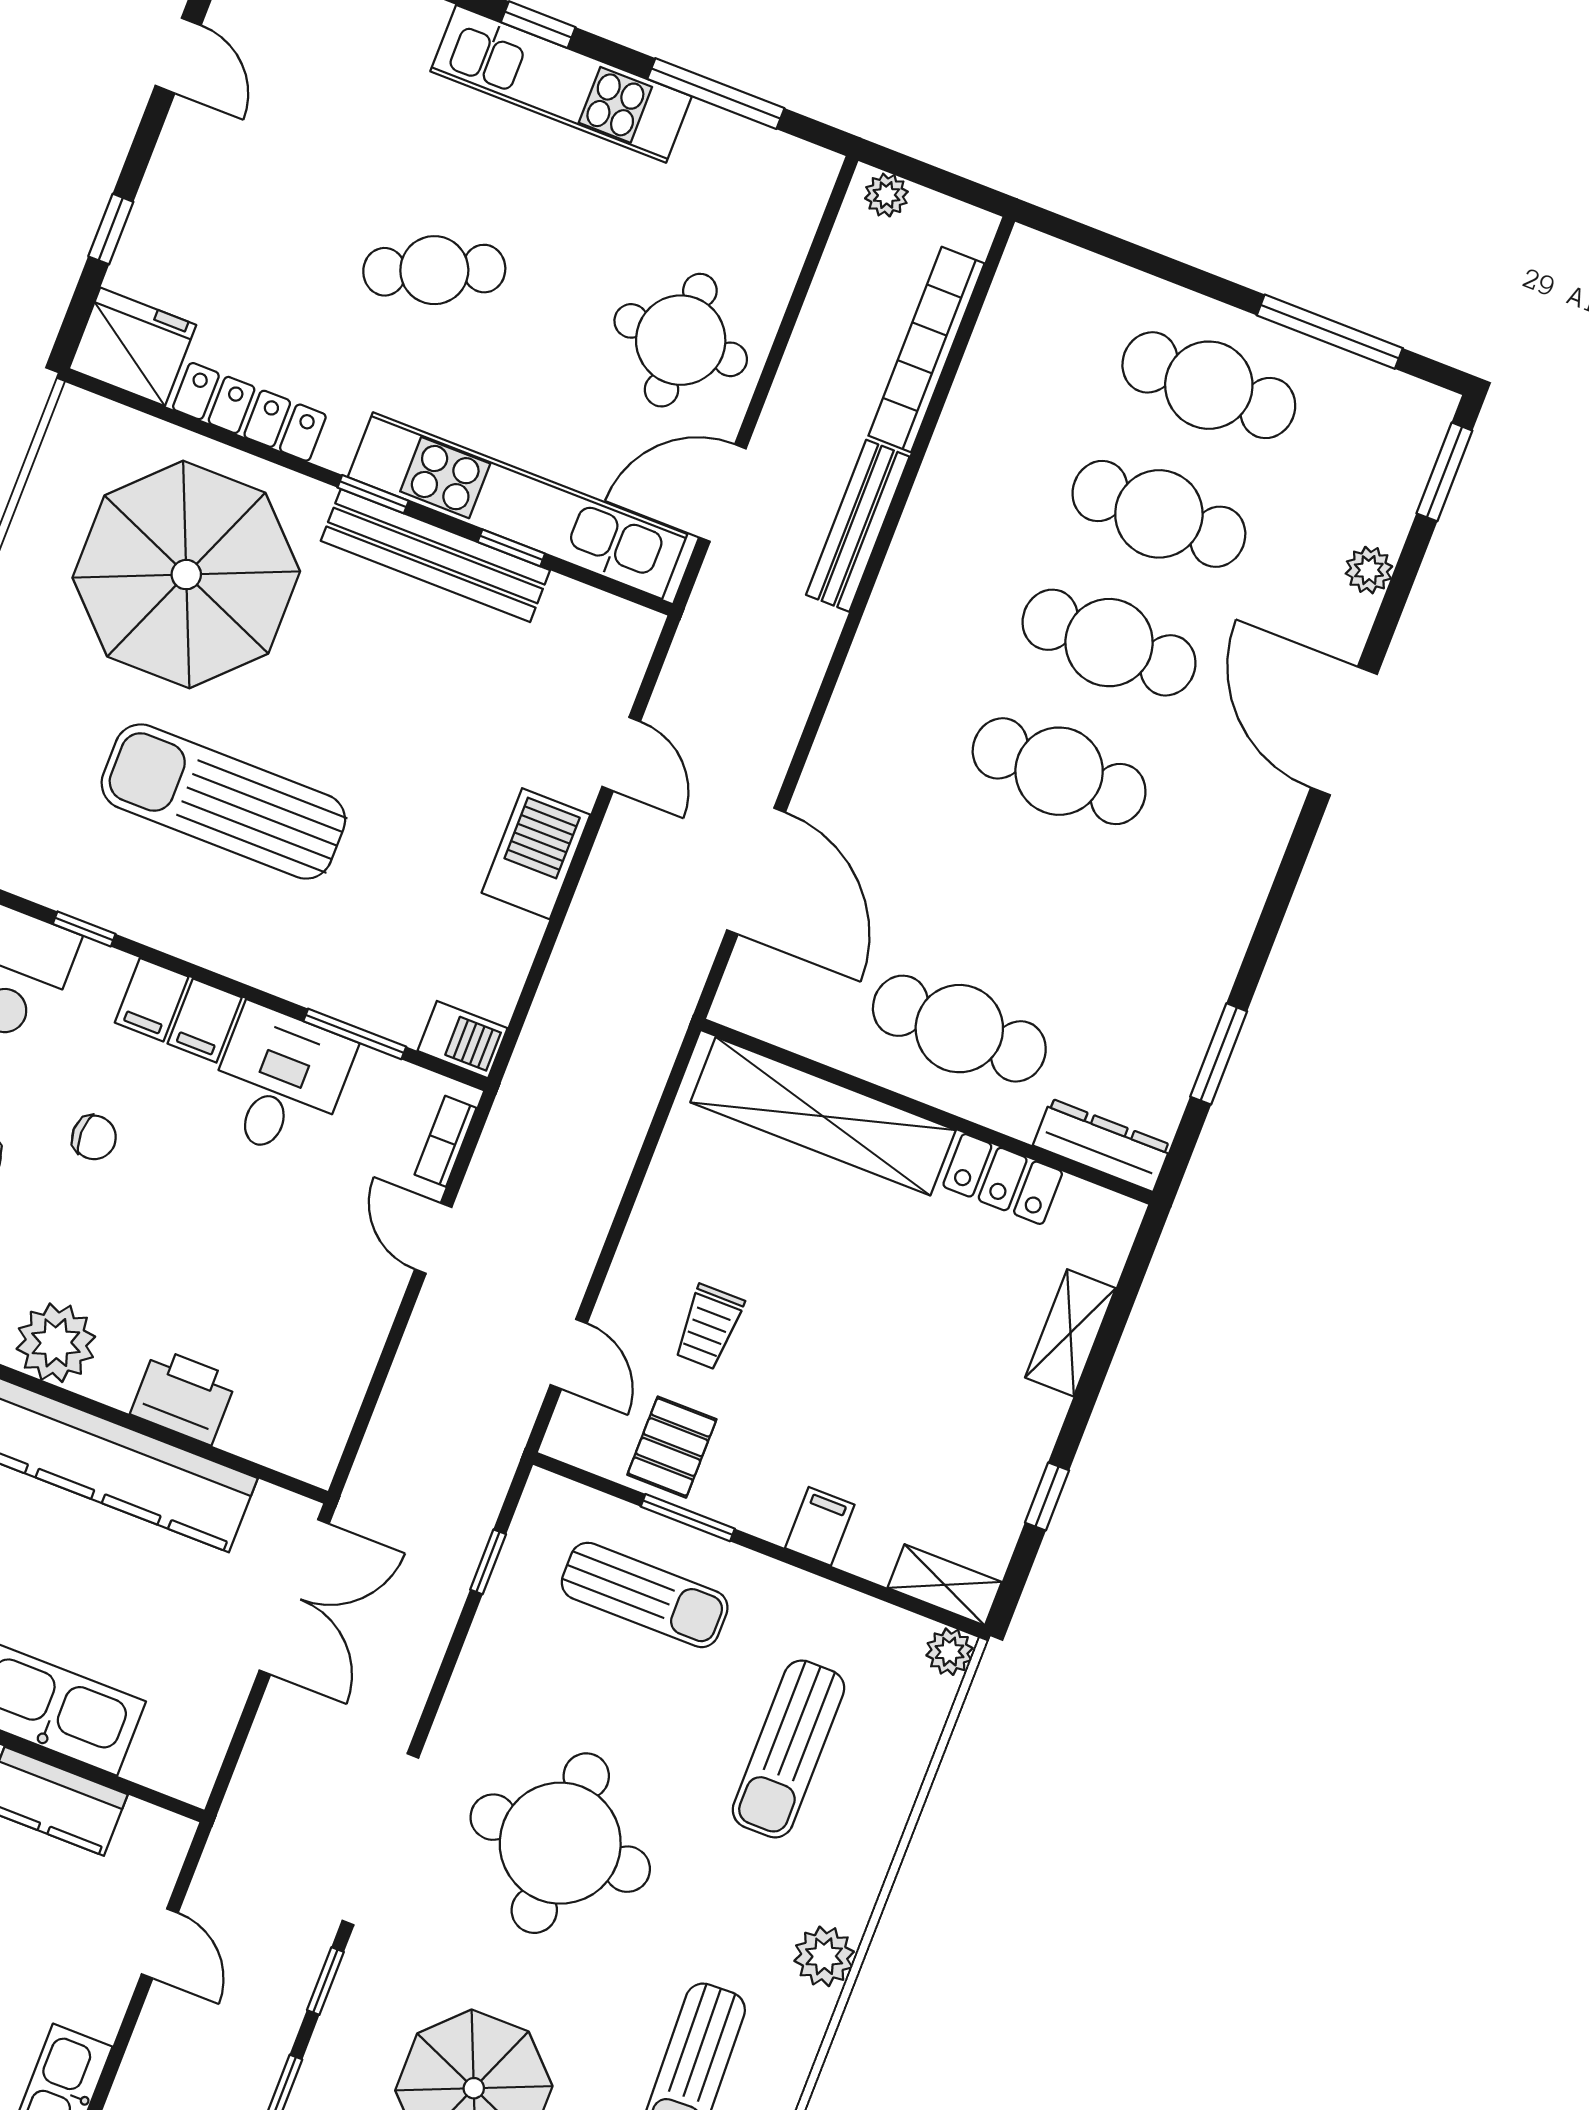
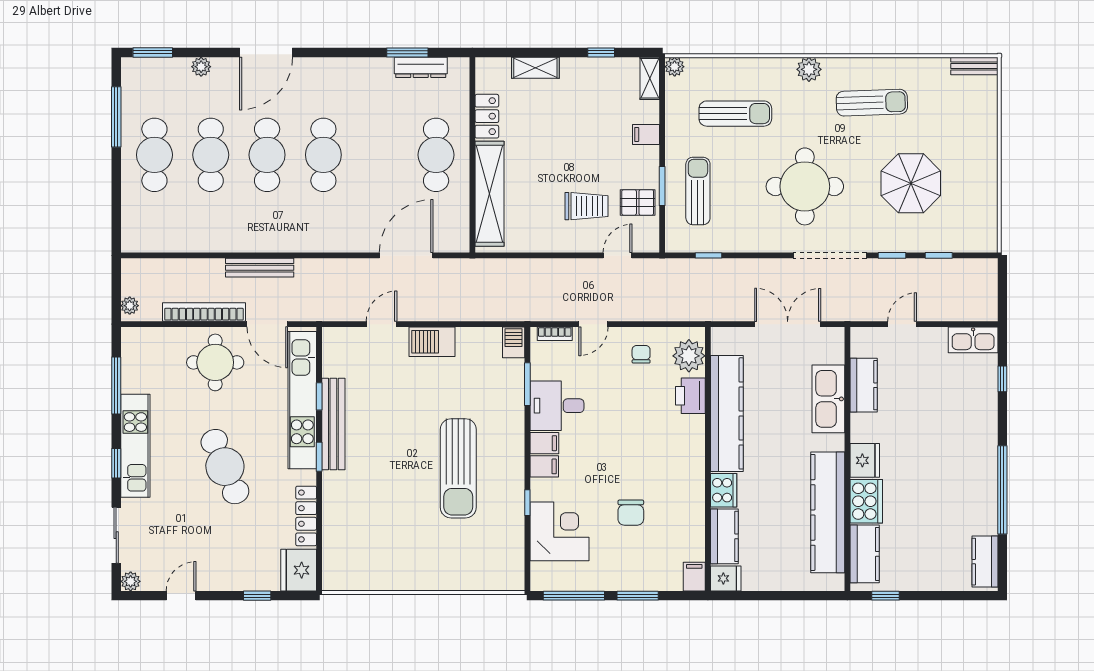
cafe table: (434, 270) -> (225, 467), width x1.37, depth x1.35
bookcase: (926, 350) -> (204, 312), moved, turned 180
parasol: (186, 575) -> (377, 516), removed
chair: (94, 1137) -> (641, 354), moved
dresser: (1102, 1145) -> (421, 67), moved, turned -90
trolley: (709, 1327) -> (586, 206), width x1.36, depth x1.39
plant: (56, 1343) -> (689, 356), moved
double door: (294, 1597) -> (788, 324), moved

